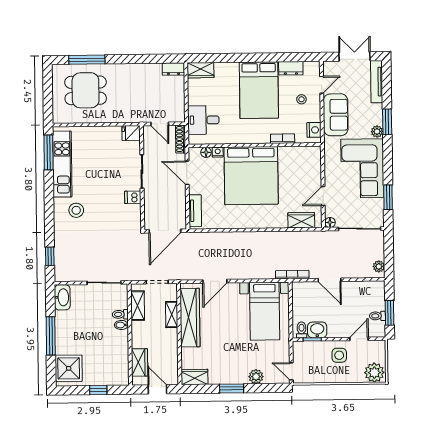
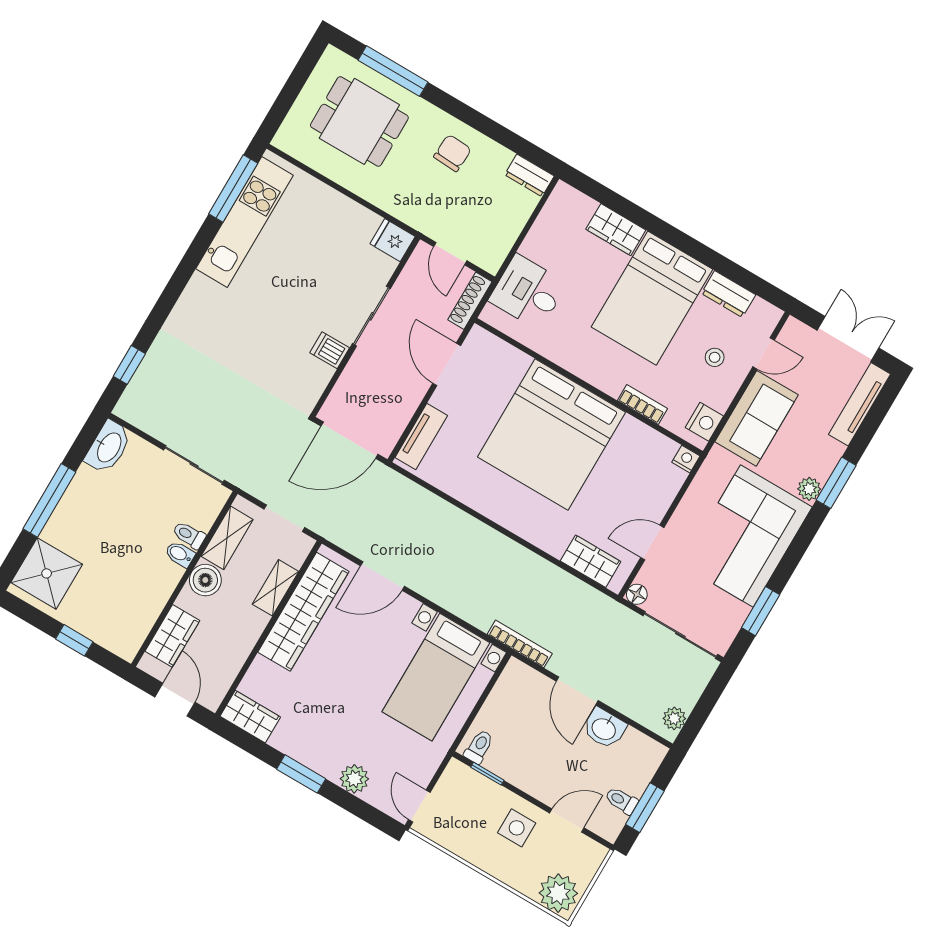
wardrobe: (201, 70) -> (616, 230), moved
chair: (134, 80) -> (452, 153), added
floor lamp: (206, 152) -> (499, 349), removed
nightstand: (218, 152) -> (686, 459), moved
stool: (76, 210) -> (221, 314), removed
boiler: (139, 330) -> (205, 580), added
washbasin: (317, 330) -> (604, 728), moved, turned 180

